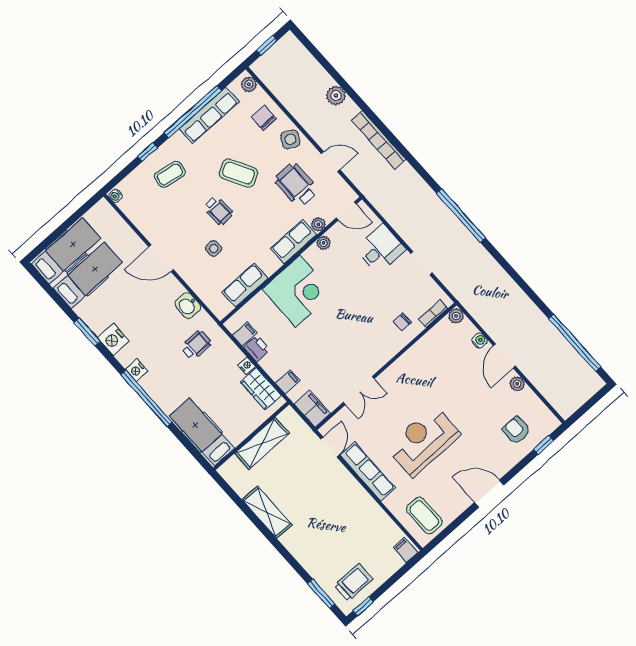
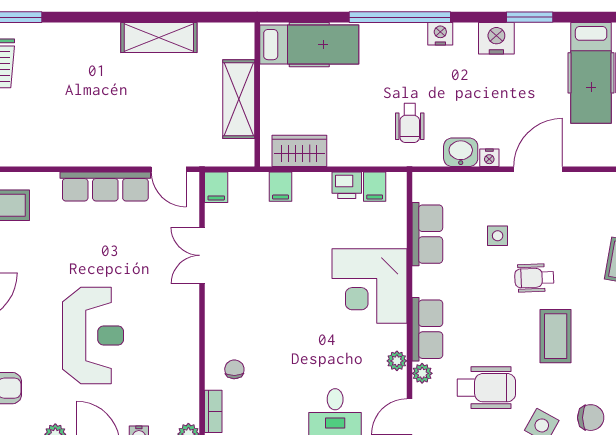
coffee table: (238, 173) -> (556, 336), turned -61
nightstand: (247, 366) -> (489, 158), moved
filing cabinet: (312, 409) -> (216, 187), width x0.50
reception desk: (423, 441) -> (93, 336), moved

